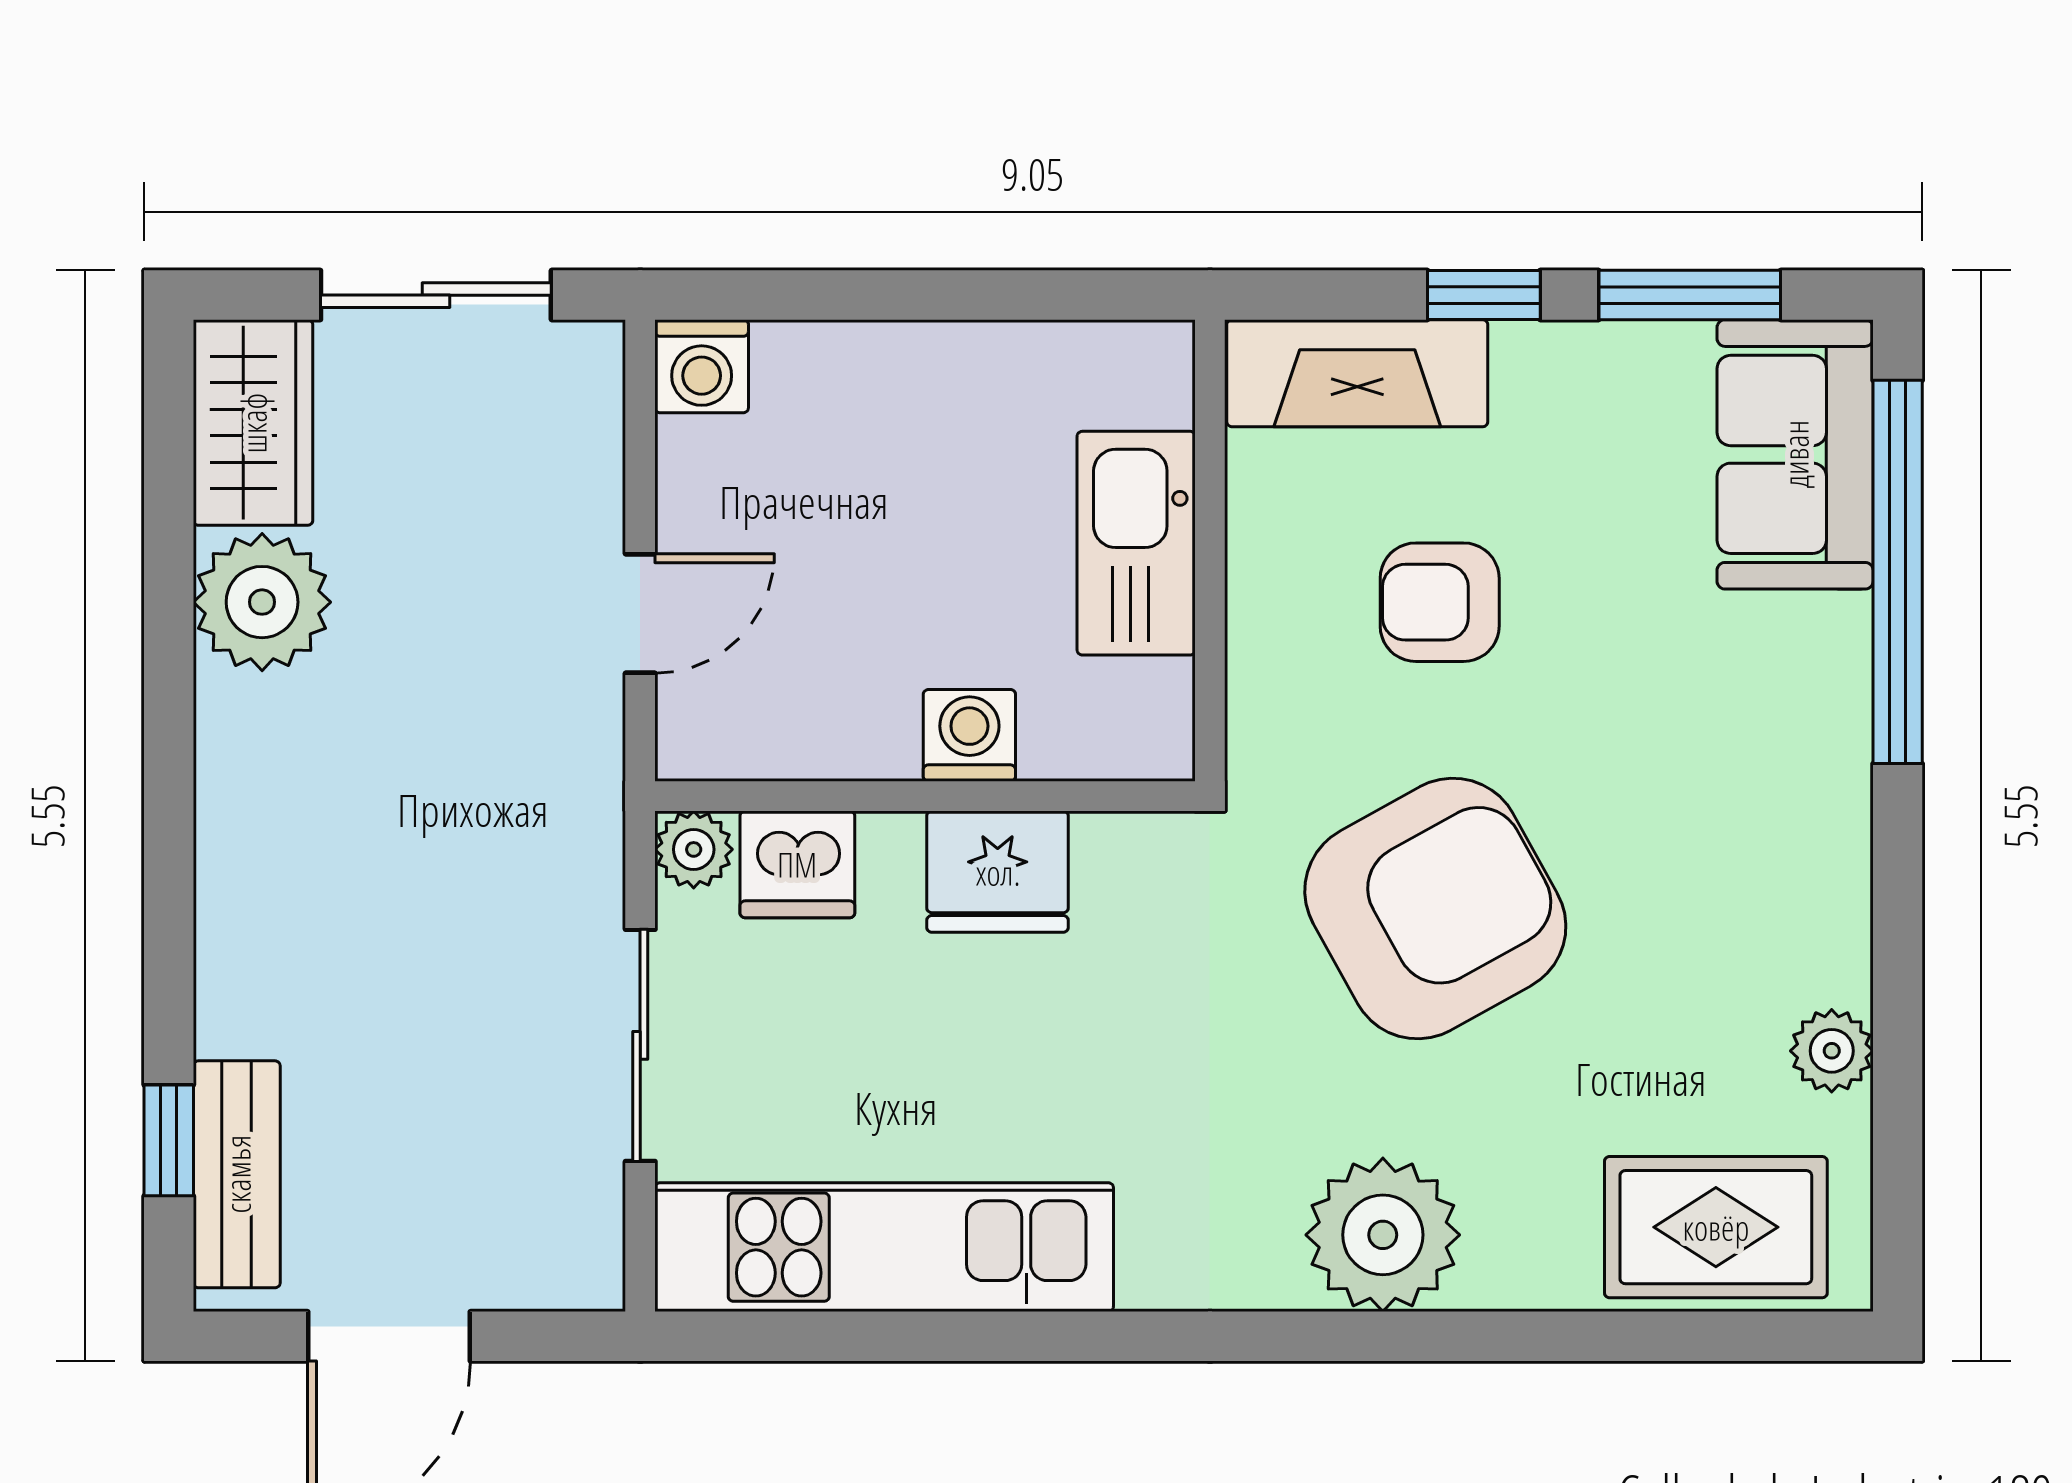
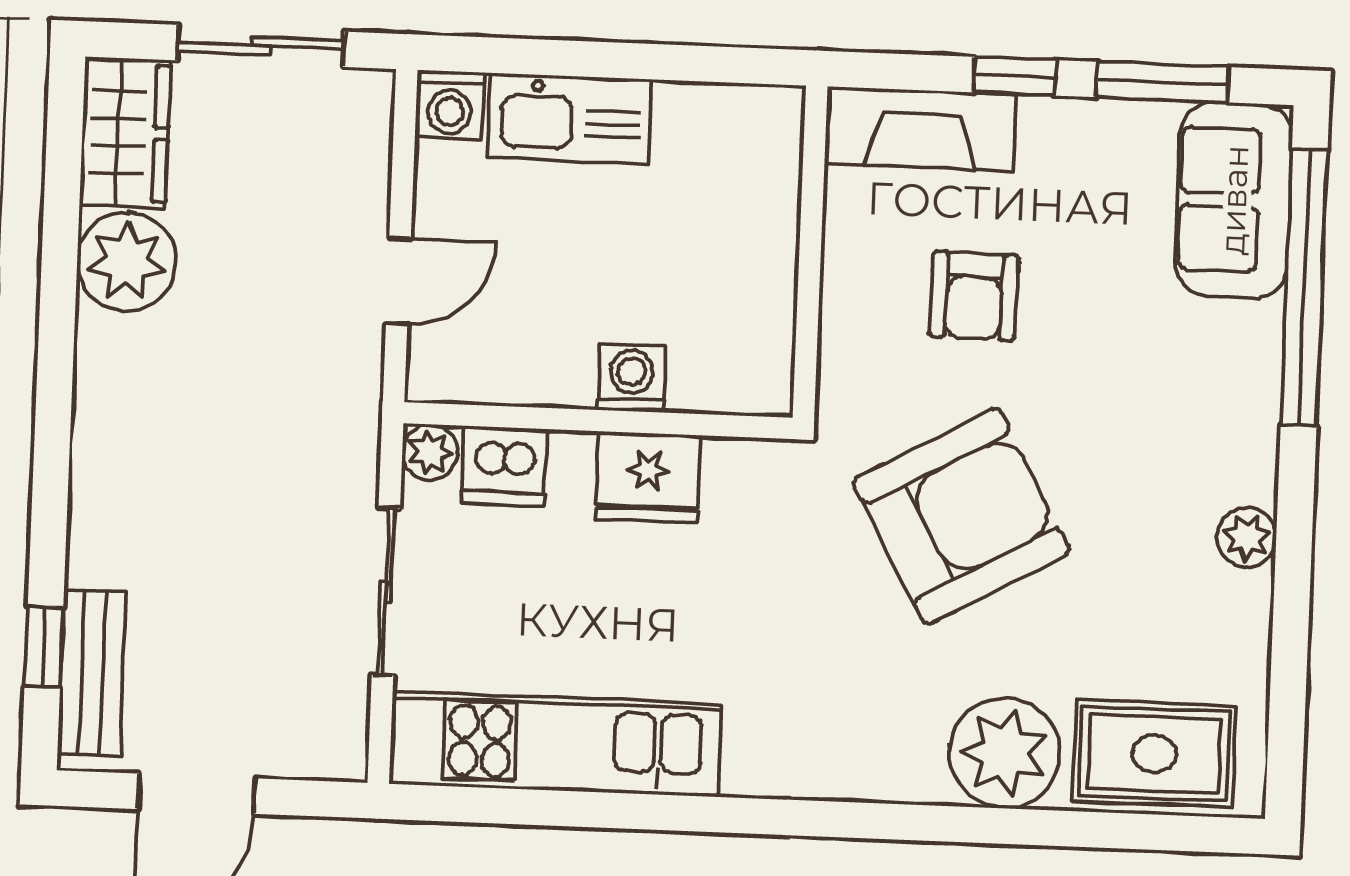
kitchen sink: (1136, 543) -> (569, 119), moved, turned -90
armchair: (1440, 602) -> (974, 296), turned -89
plant: (1832, 1051) -> (1247, 537), moved
plant: (1383, 1235) -> (1005, 753), moved

